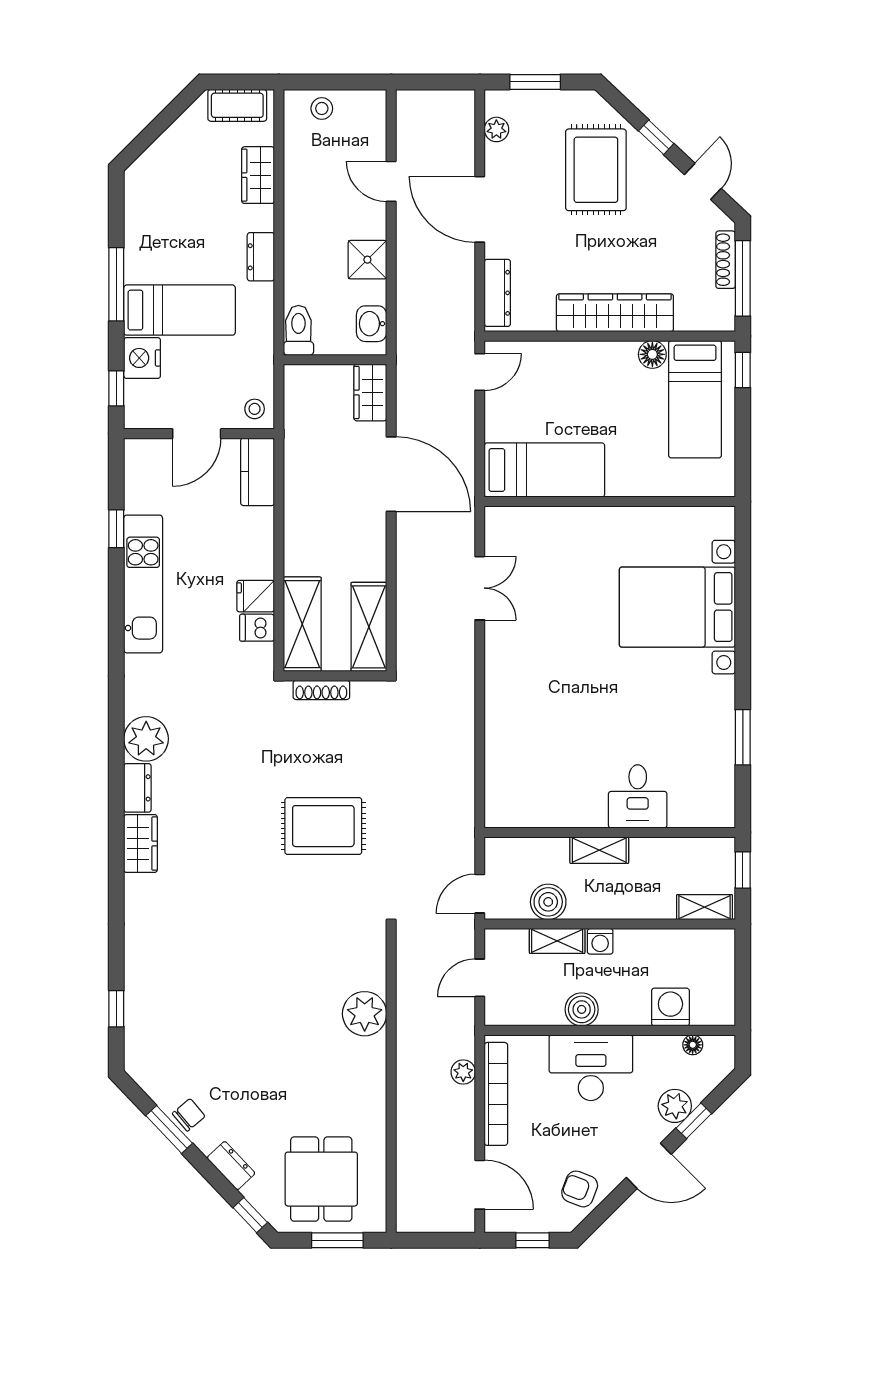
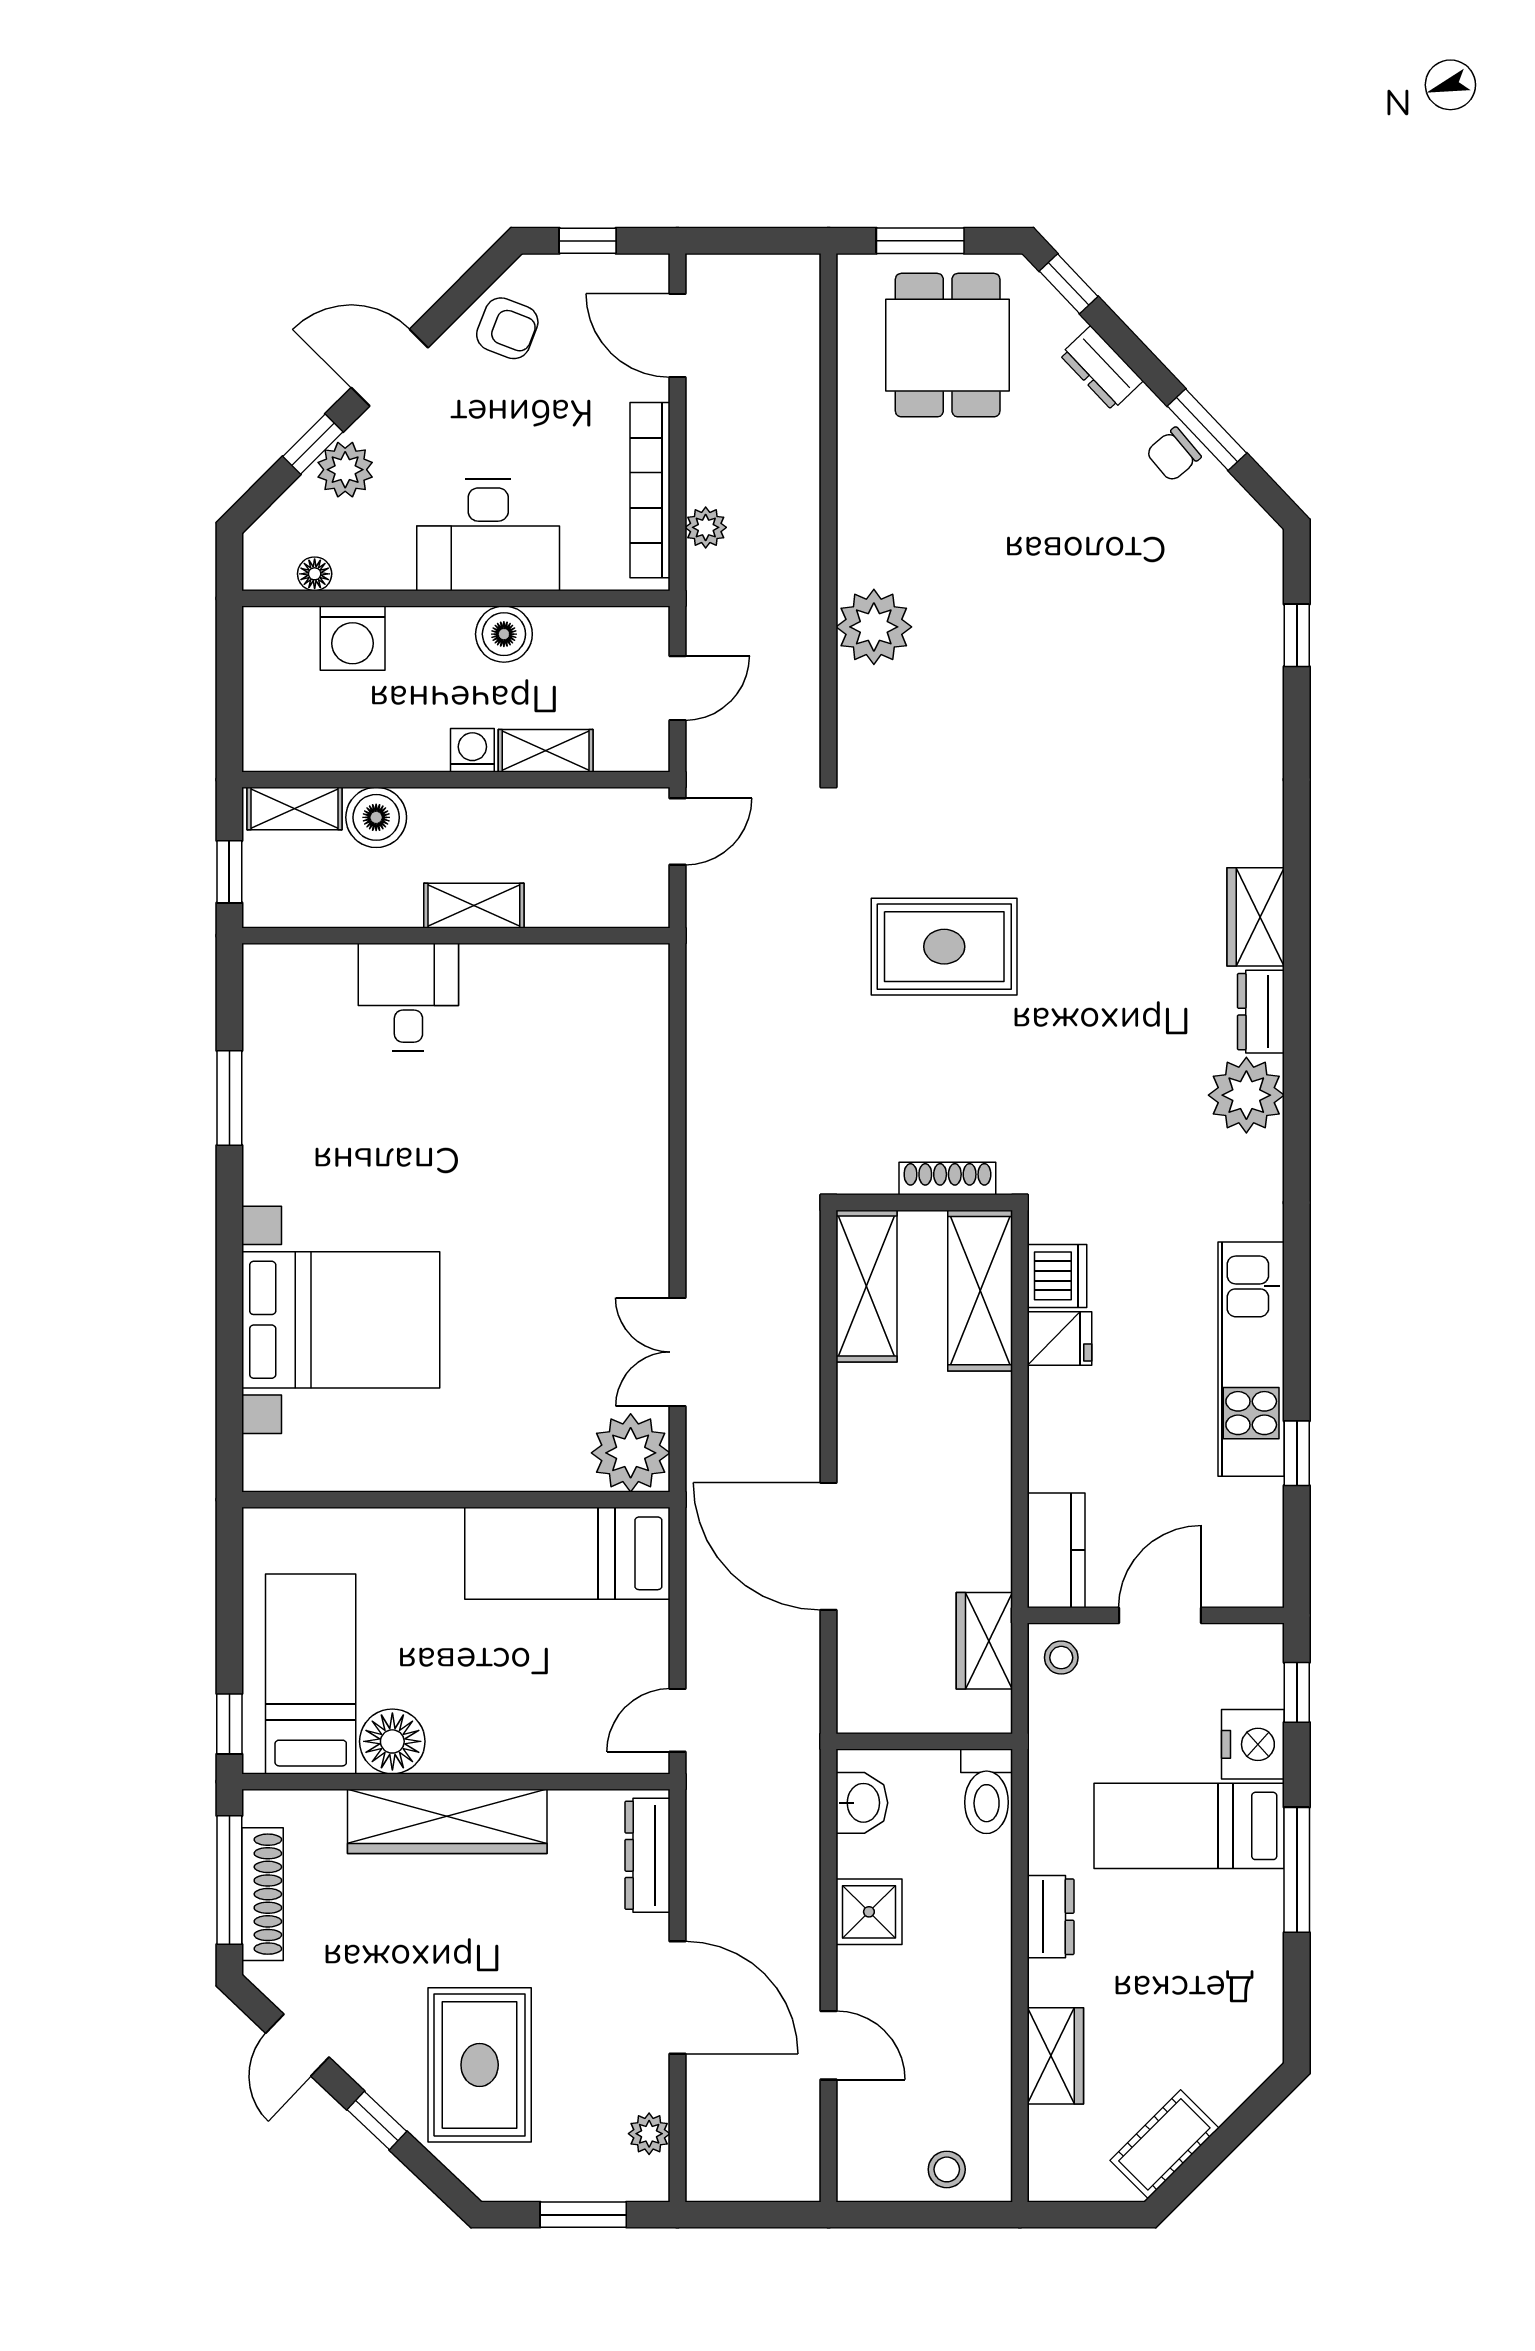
cot: (237, 105) -> (1164, 2144), moved, turned -45
shoe rack: (726, 260) -> (263, 1894), width x1.36, depth x1.24
floor lamp: (652, 354) -> (392, 1741), width x1.38, depth x1.38
wardrobe: (370, 392) -> (984, 1641), moved, turned 180
plant: (507, 529) -> (631, 1453), added
dishwasher: (257, 628) -> (1057, 1276), width x1.38
boiler: (548, 902) -> (376, 817), moved

